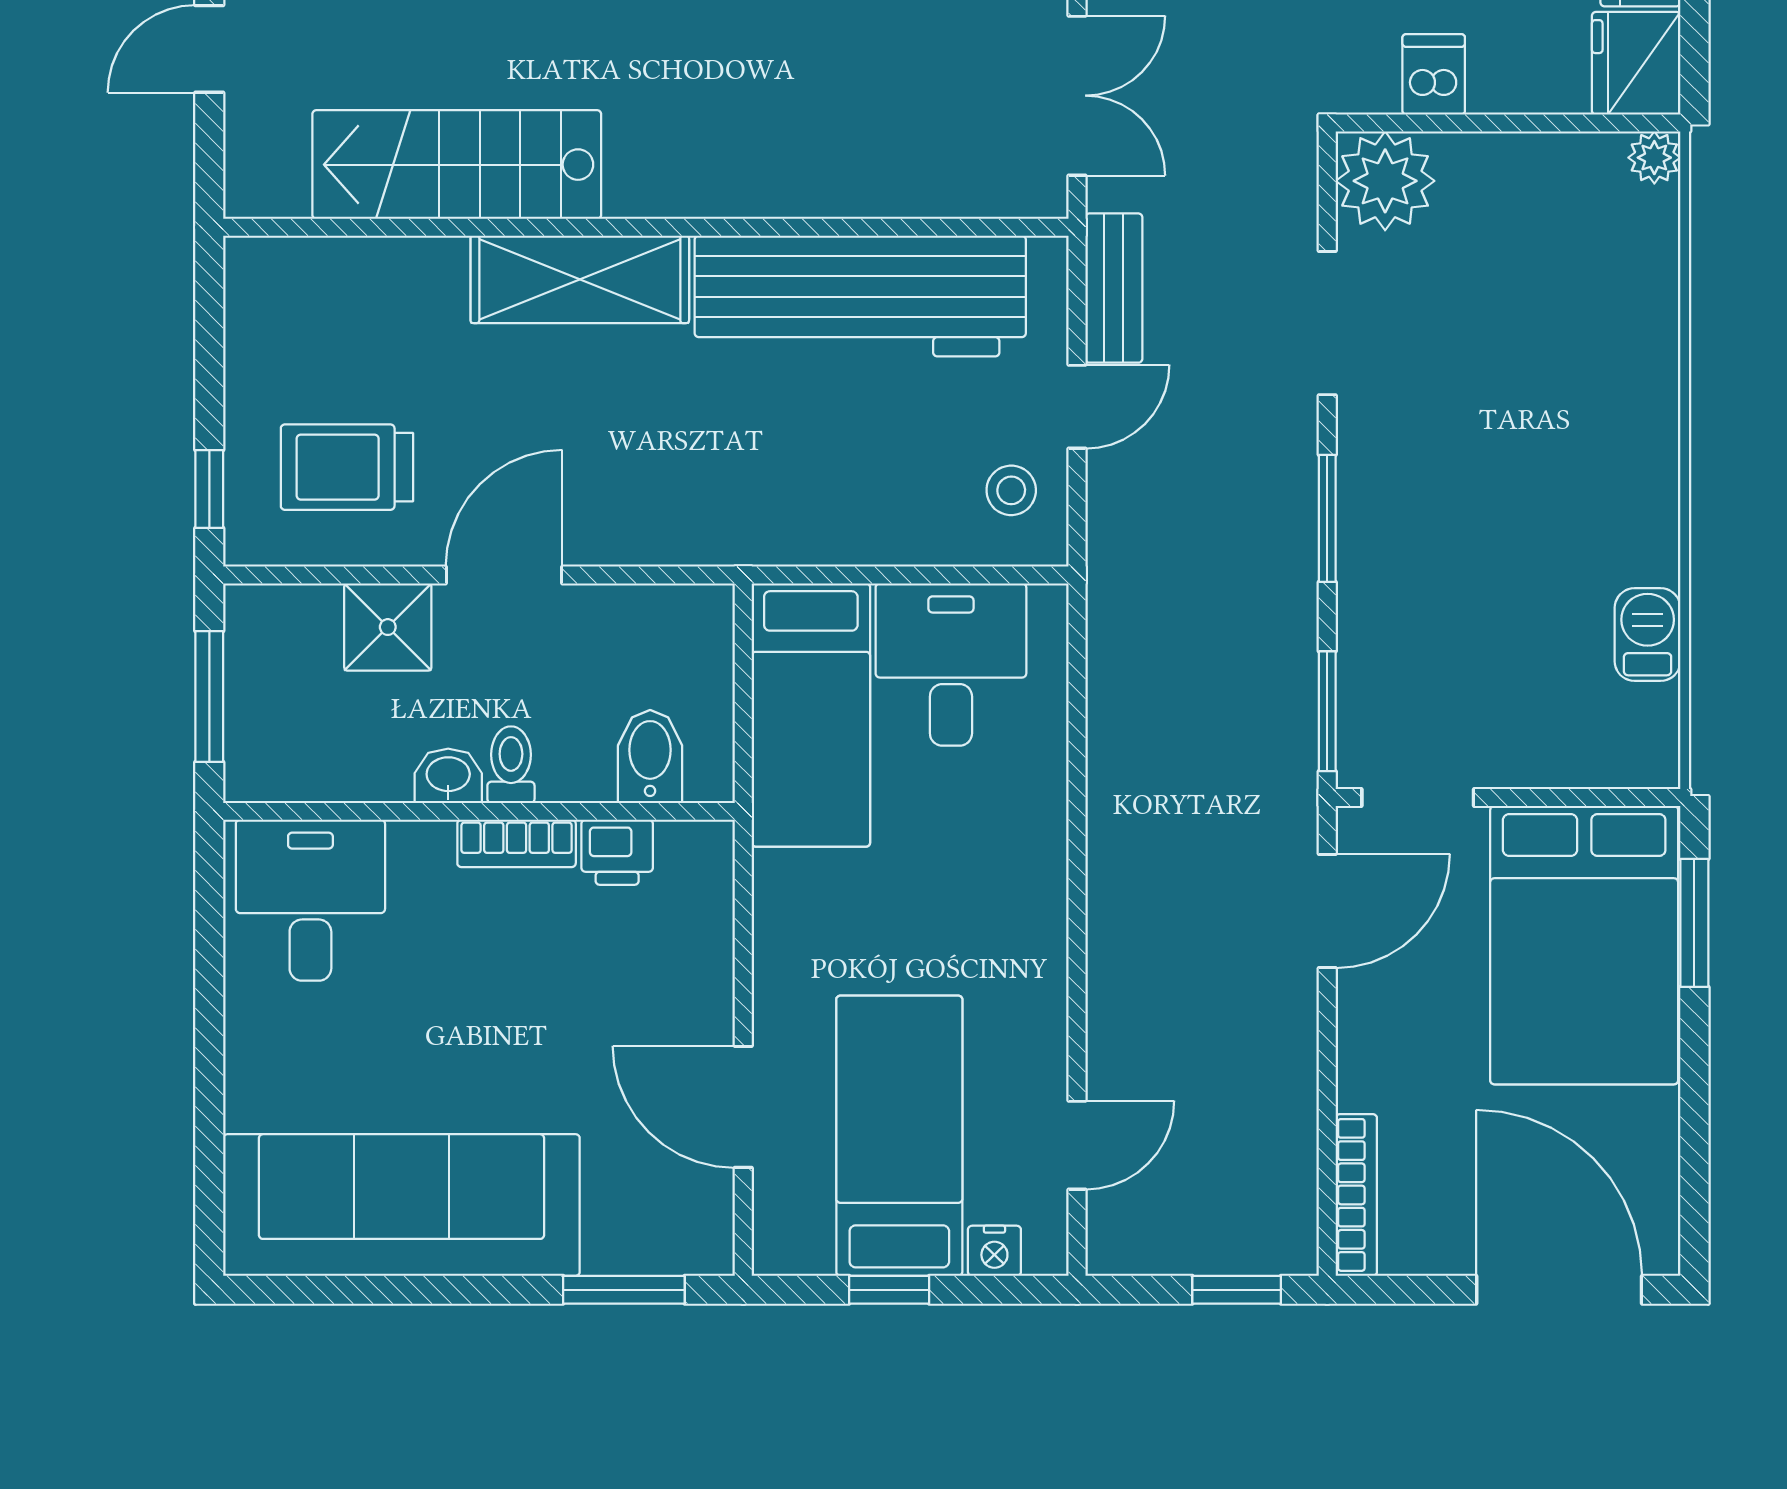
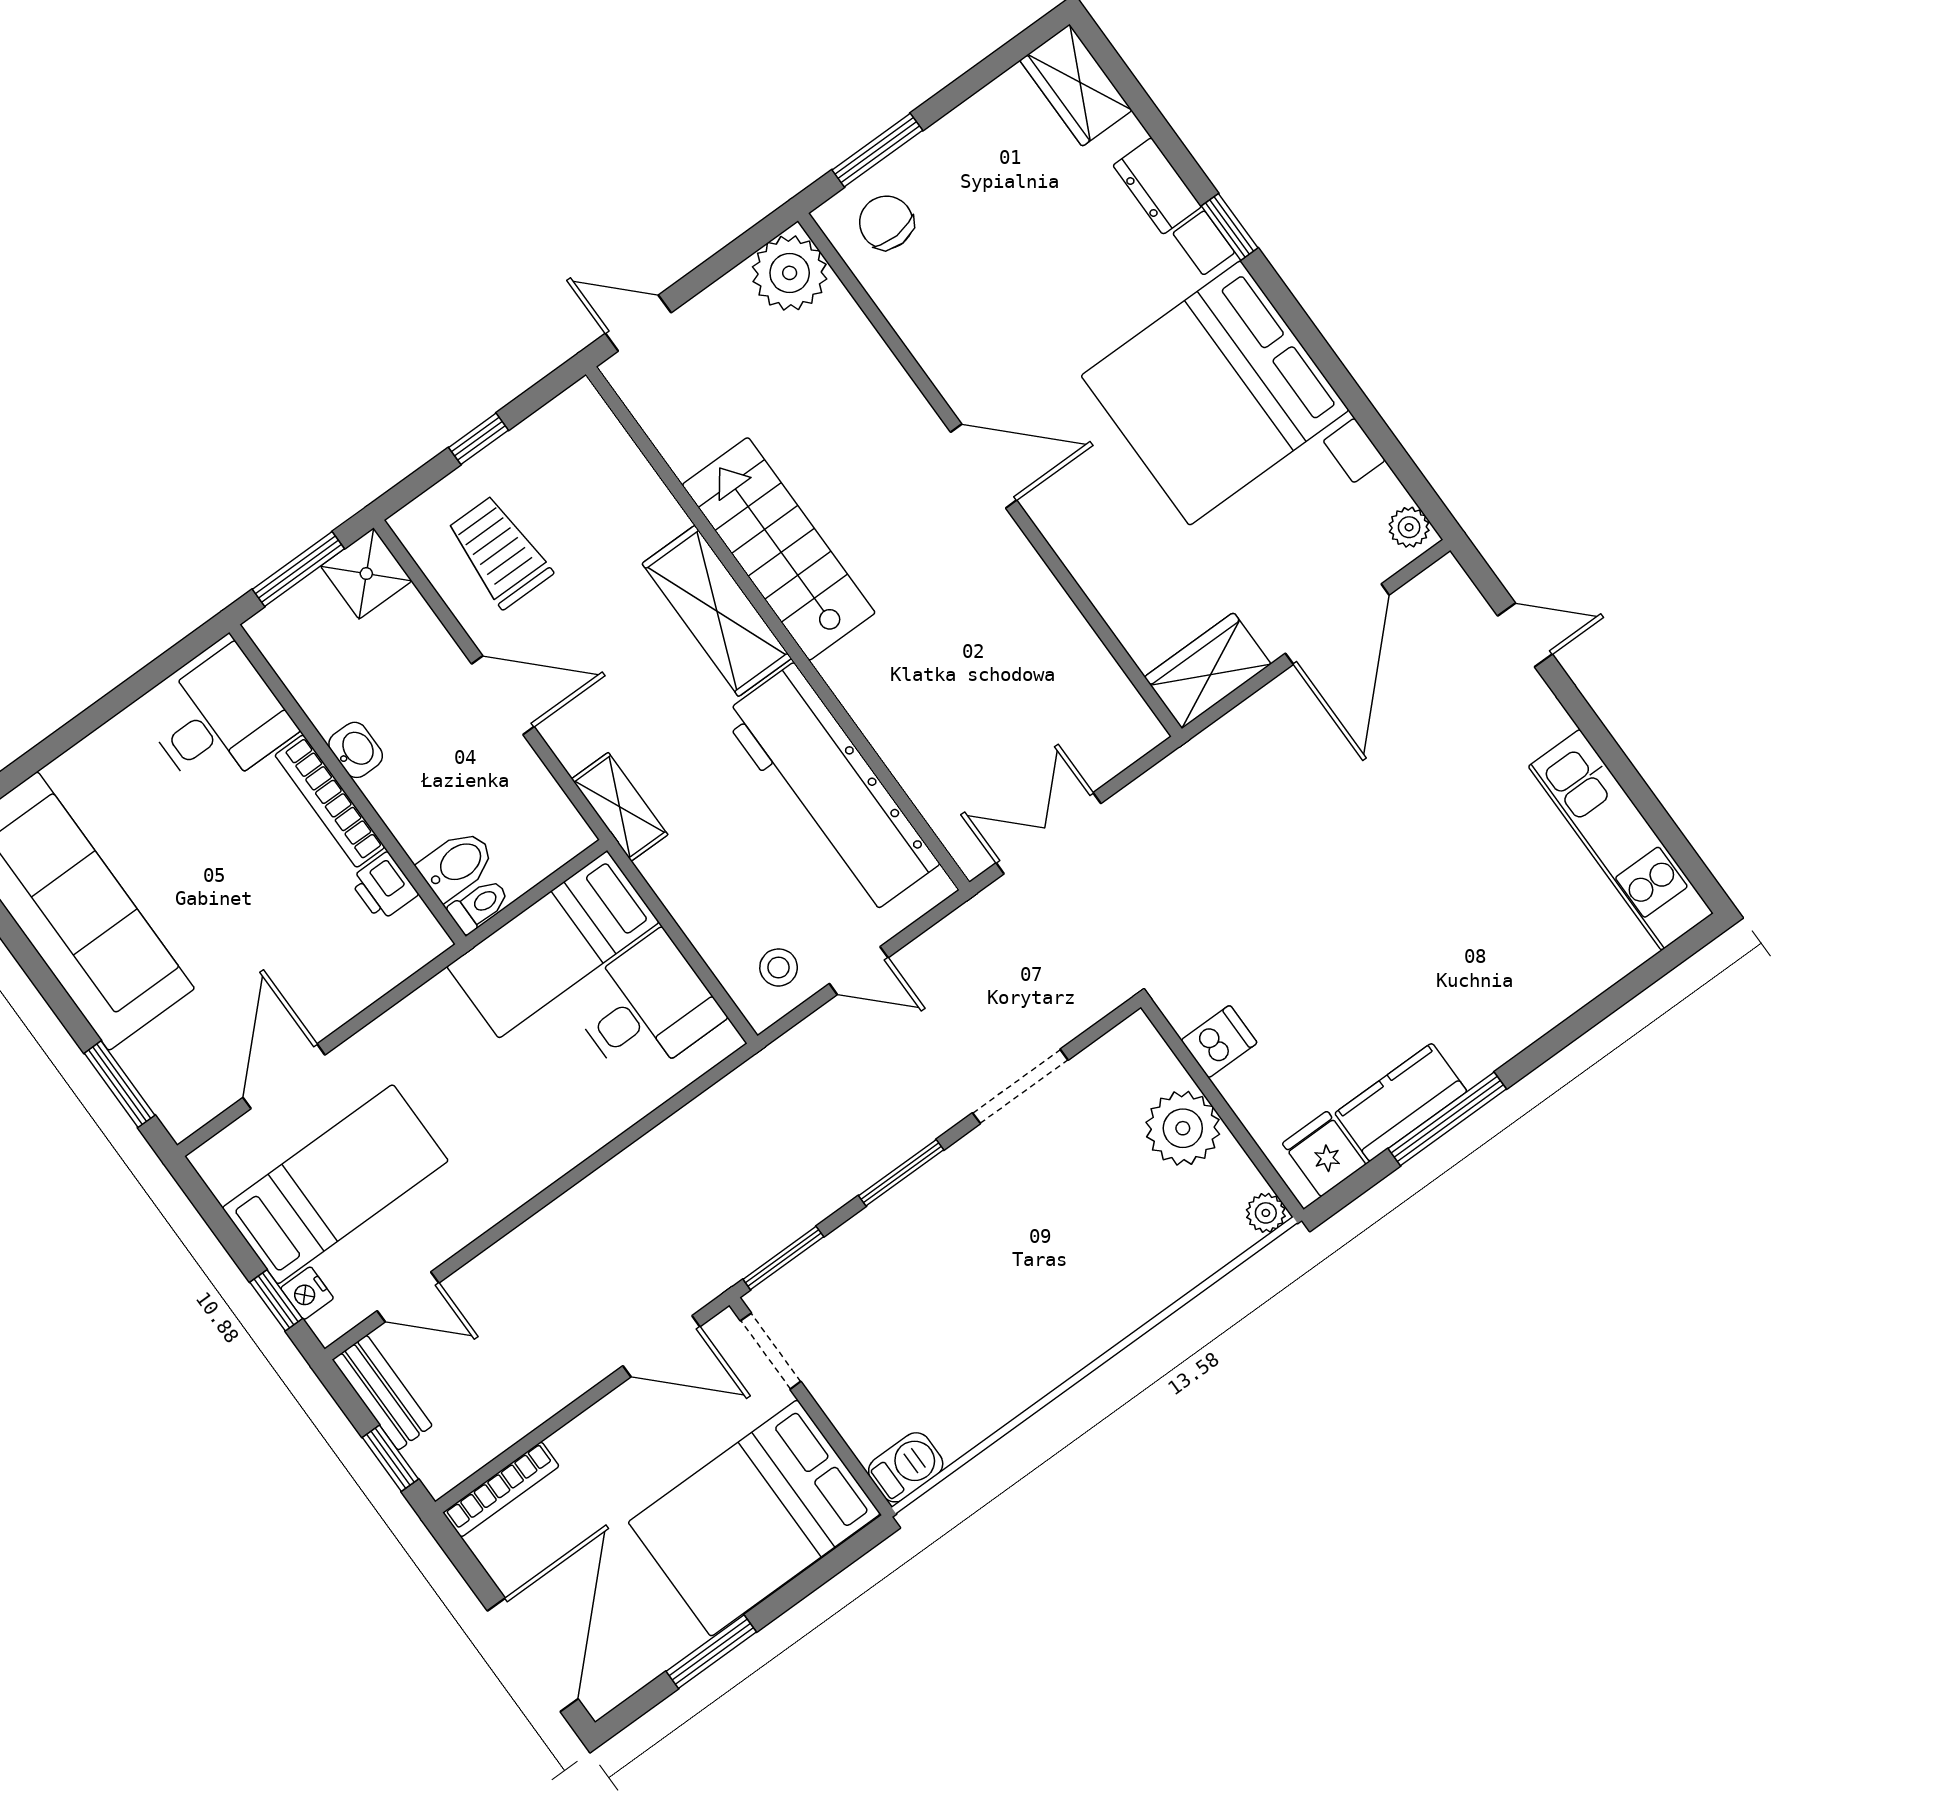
door: (209, 49) -> (638, 323), moved
fridge: (1636, 63) -> (1324, 1154), width x0.72
double door: (1077, 96) -> (1049, 833), swing flipped
stairs: (457, 165) -> (779, 549), moved
plant: (1385, 181) -> (1183, 1128), moved
bench: (1114, 288) -> (382, 1393), moved, turned 90
window: (209, 489) -> (478, 439), moved
shelving: (715, 536) -> (620, 807), added
shower: (388, 627) -> (366, 574), moved
barbecue: (1648, 635) -> (906, 1467), moved
toilet: (511, 765) -> (479, 906), moved
bookcase: (517, 843) -> (330, 801), width x1.56
window: (1694, 923) -> (711, 1652), moved
window: (889, 1290) -> (276, 1300), moved

